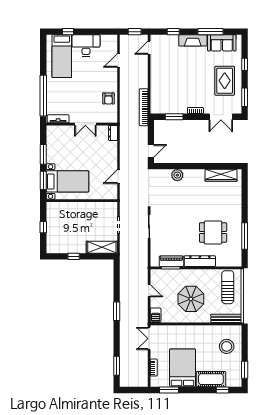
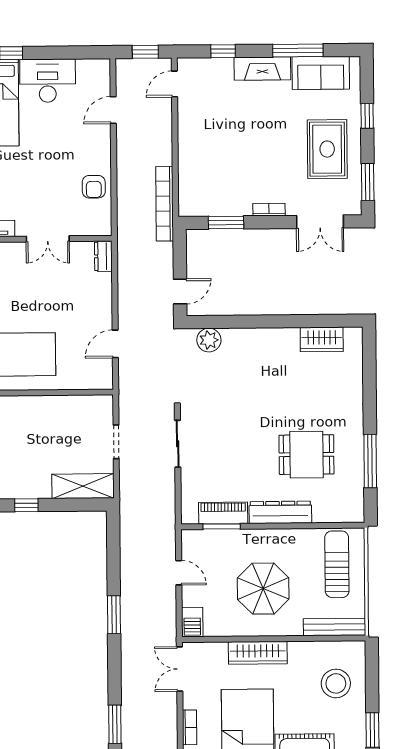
plant: (177, 175) -> (209, 340), moved
wardrobe: (221, 175) -> (322, 339), width x0.67
wardrobe: (188, 331) -> (258, 653), added

